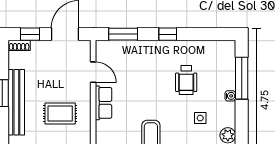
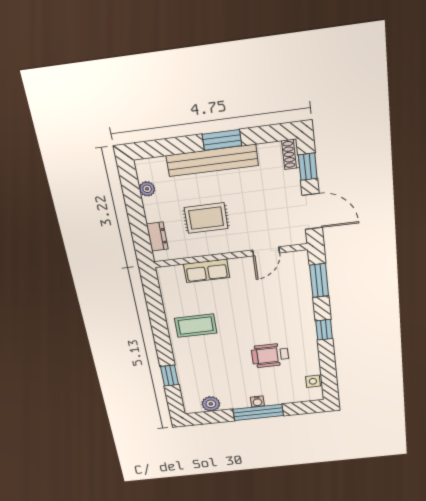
window: (242, 78) -> (258, 412), moved
row of seats: (104, 103) -> (207, 271), moved
rug: (60, 114) -> (206, 218), turned 90
side table: (200, 118) -> (313, 381), moved

